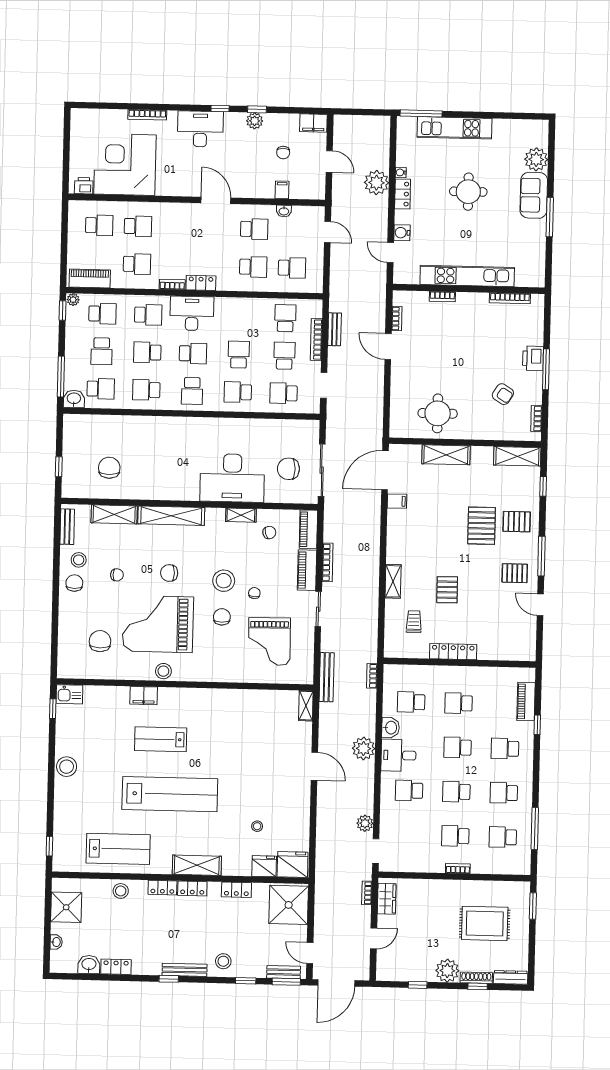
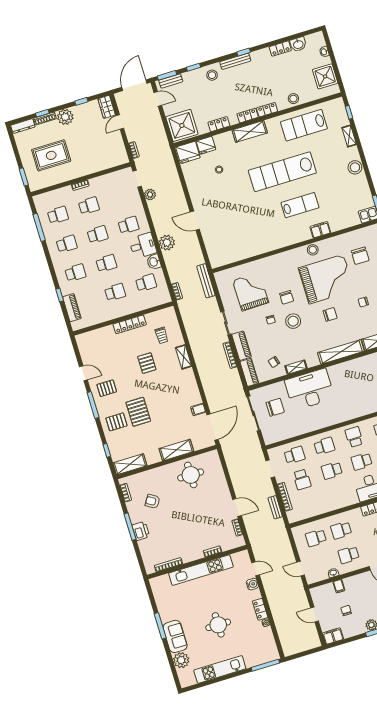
kitchen unit: (454, 128) -> (220, 669), moved
plant: (377, 183) -> (279, 611), removed
school desk: (285, 318) -> (309, 504), removed
school desk: (239, 355) -> (332, 470), turned 90
shelving: (306, 706) -> (349, 136), moved
wardrobe: (387, 899) -> (107, 107), moved

